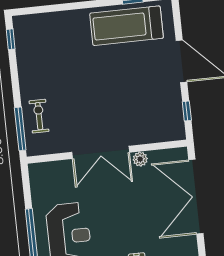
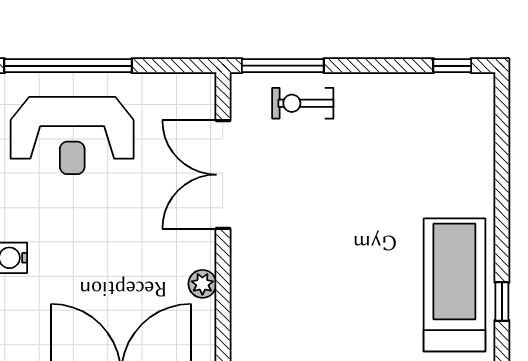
exercise bike: (39, 116) -> (303, 103), turned 180
double door: (101, 152) -> (223, 175), moved

